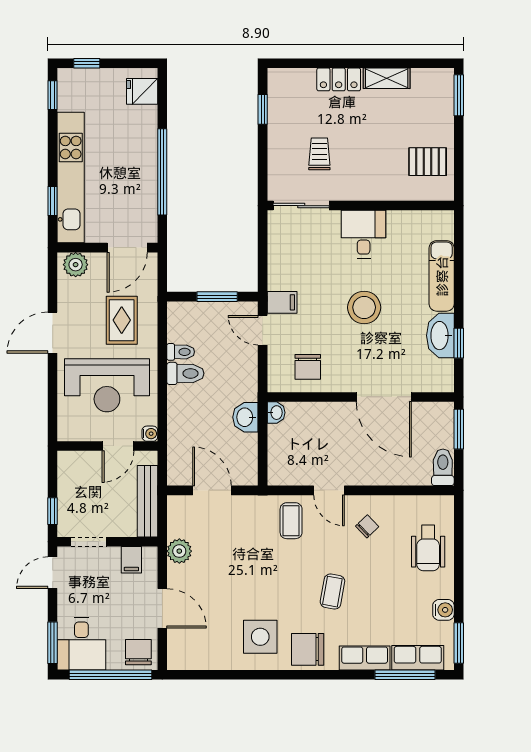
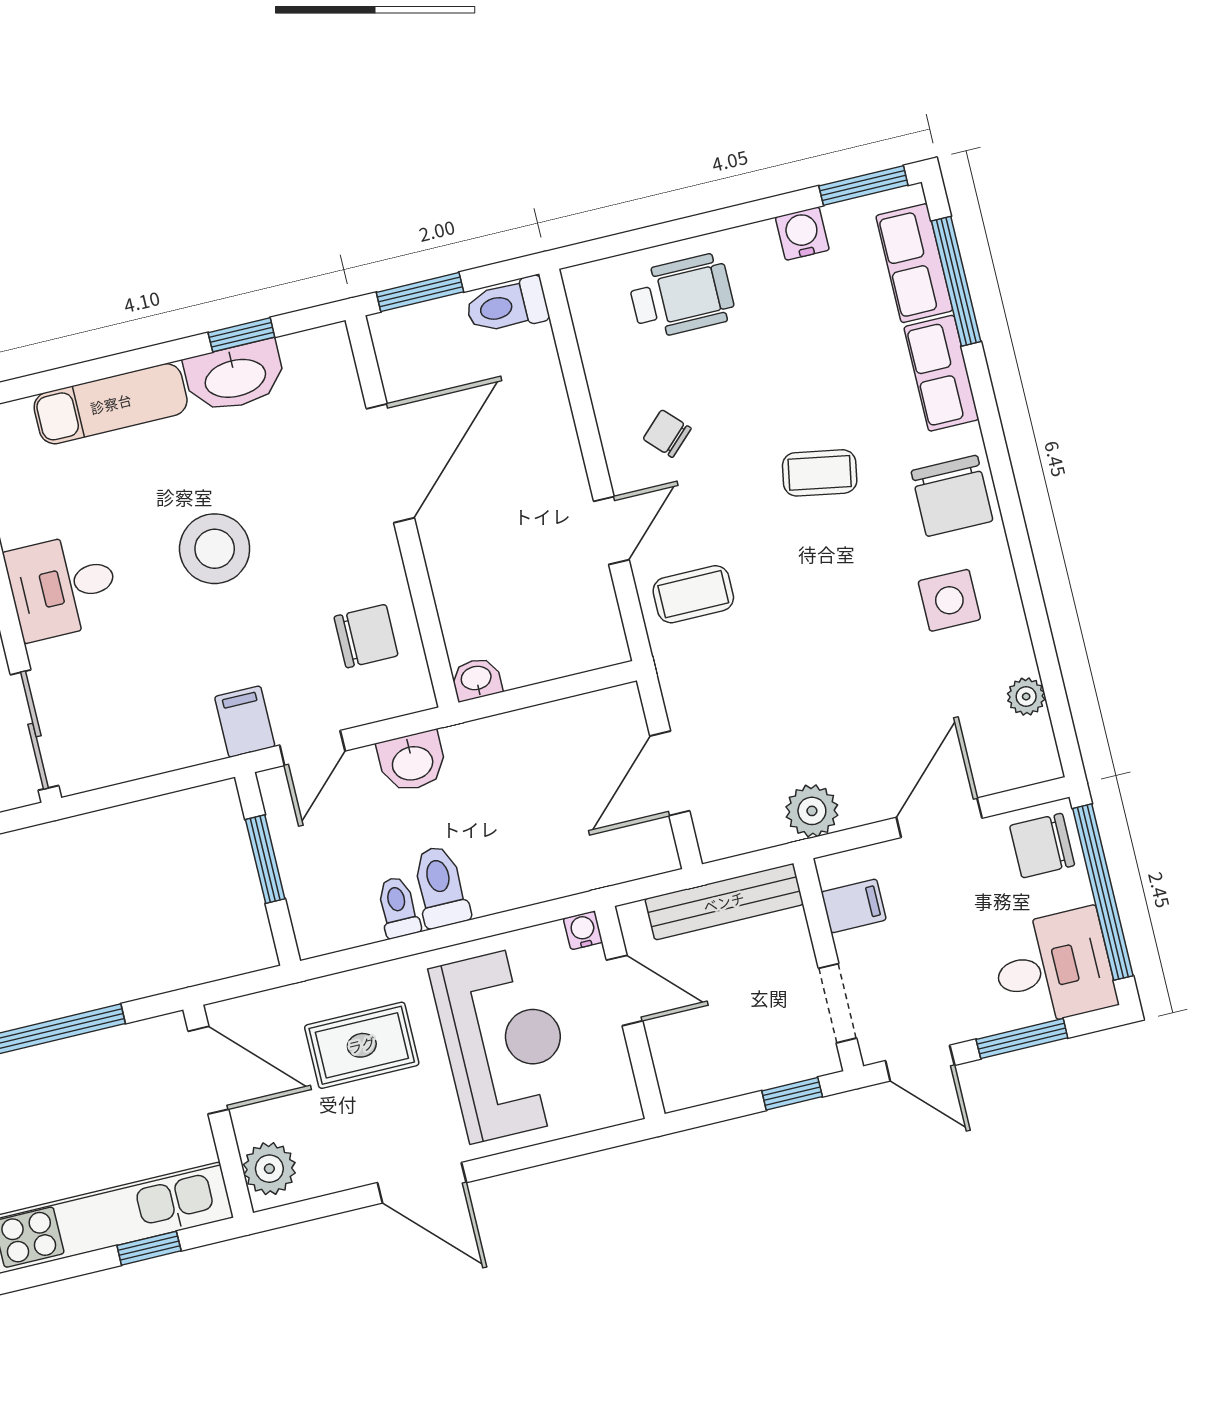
washbasin: (245, 417) -> (412, 762), moved
side table: (260, 637) -> (949, 600), width x0.73, depth x0.73
window: (53, 643) -> (1022, 1039), moved
plant: (208, 661) -> (1026, 696), added

